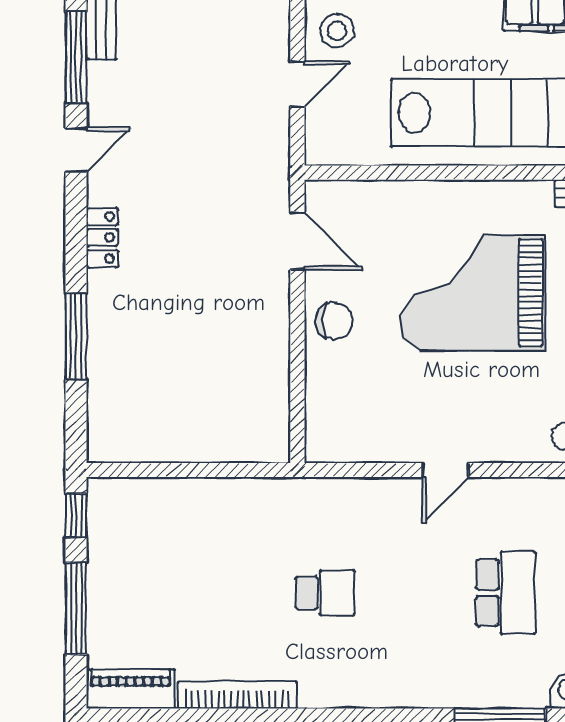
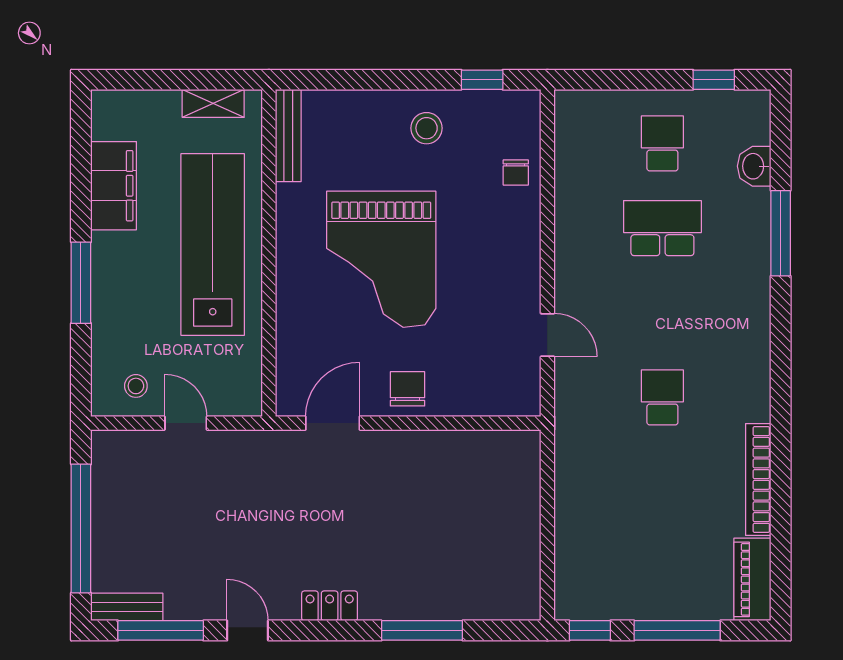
stool: (337, 31) -> (136, 386), width x0.73, depth x0.73
door: (446, 470) -> (547, 335), moved

